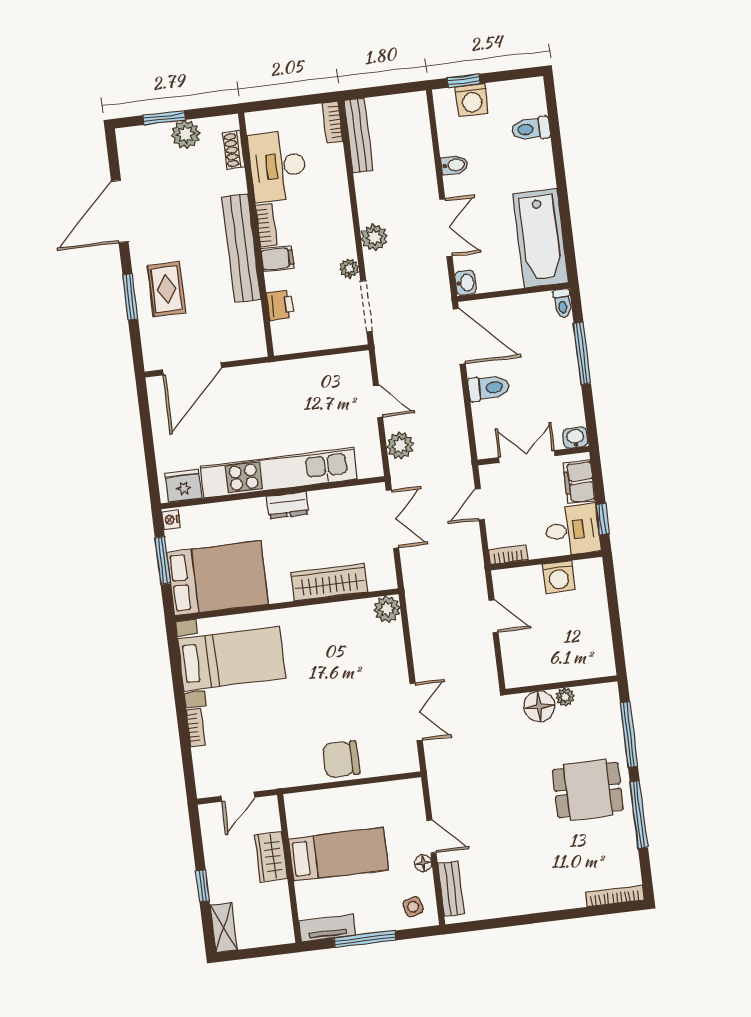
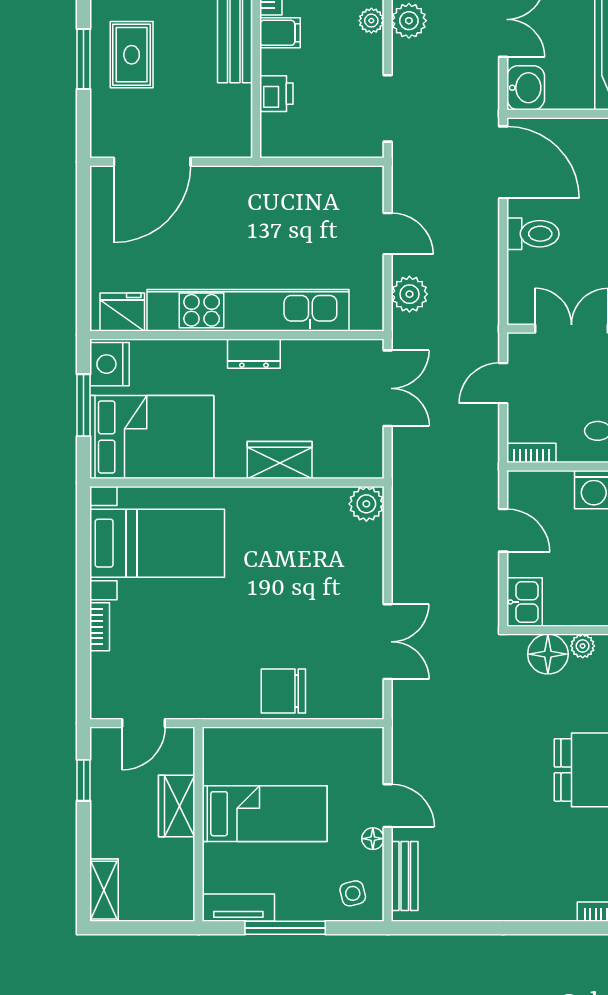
plant: (349, 268) -> (371, 21), moved
washbasin: (466, 283) -> (526, 88), width x1.38, depth x1.45
nightstand: (171, 520) -> (110, 364), width x1.89, depth x1.79
wardrobe: (329, 582) -> (280, 460), width x0.67
kitchen sink: (517, 669) -> (525, 602), added
window: (203, 886) -> (84, 780), moved

